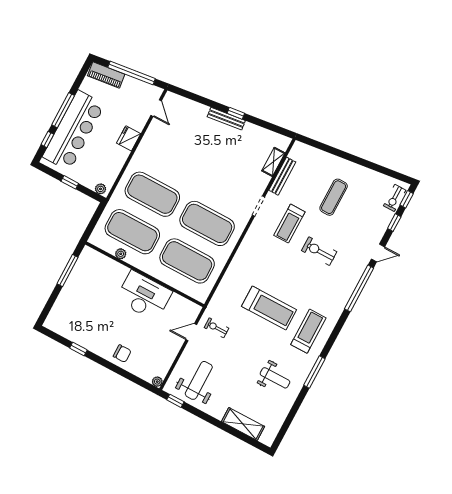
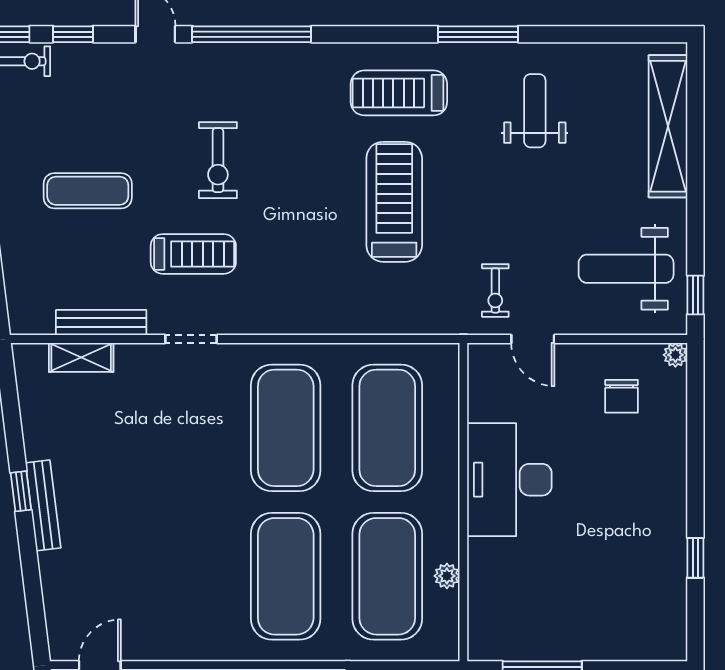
chair: (122, 354) -> (622, 396), moved, turned 180
shelving: (243, 424) -> (668, 126), width x1.47

